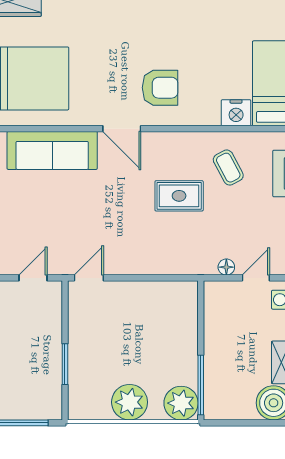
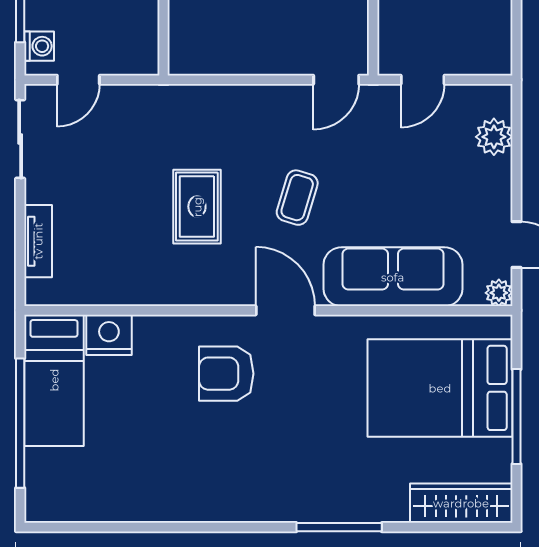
coffee table: (228, 168) -> (297, 198), moved, turned 45
rug: (179, 196) -> (197, 207), turned 90
floor lamp: (226, 267) -> (124, 97), removed

